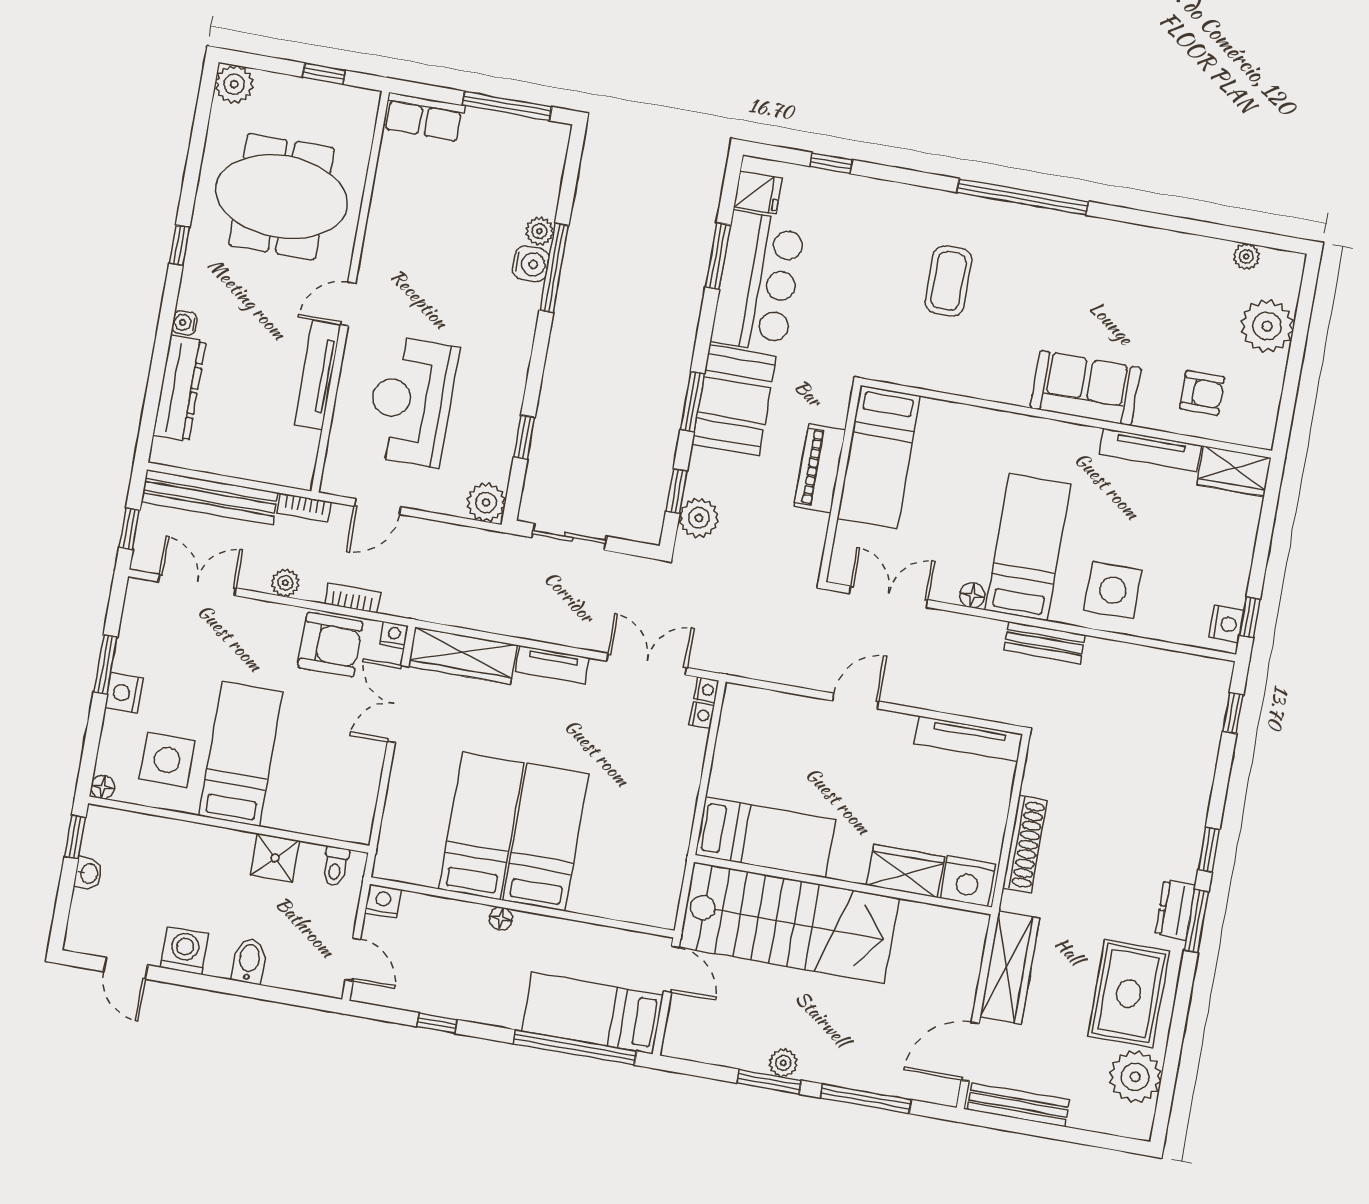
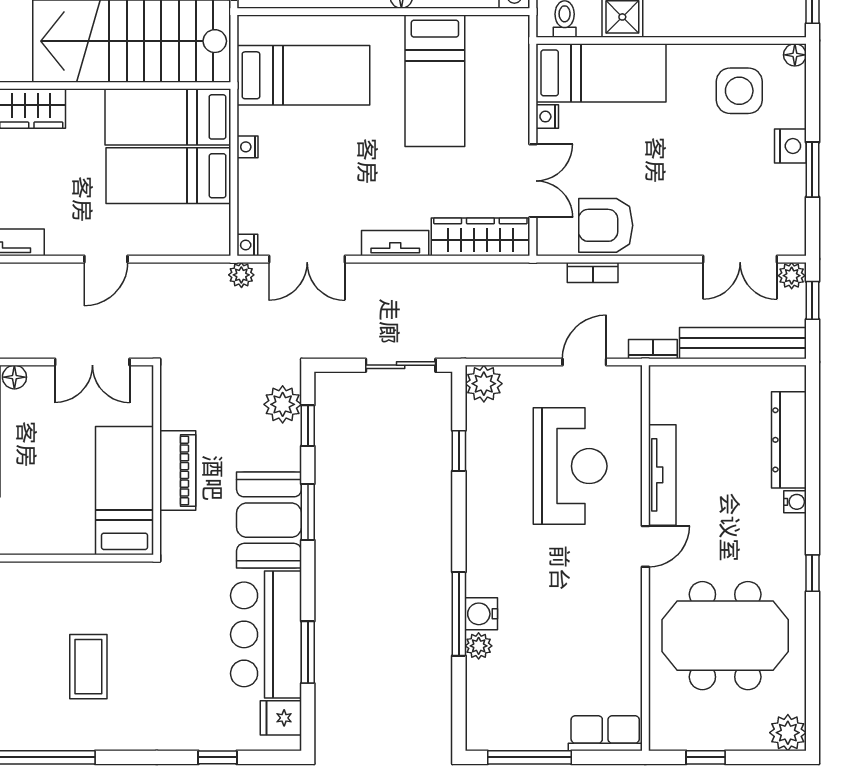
plant: (285, 583) -> (792, 276), moved
nightstand: (394, 635) -> (547, 117), moved, turned 90
plant: (718, 660) -> (241, 275), added
nightstand: (702, 715) -> (247, 147), moved
bed: (241, 754) -> (601, 73), moved, turned -90
bed: (775, 776) -> (168, 176), added
bed: (546, 837) -> (303, 75), moved, turned -90

